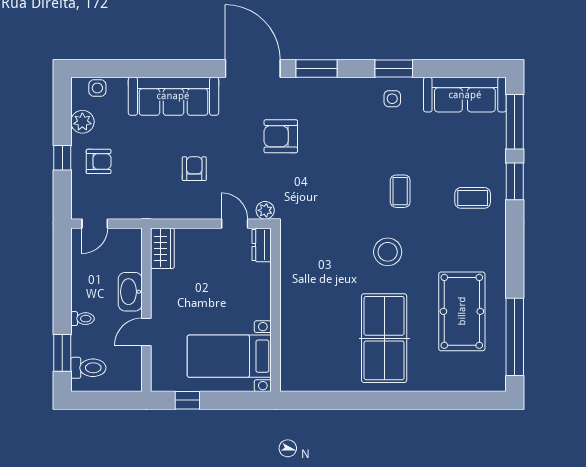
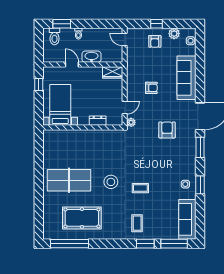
dresser: (262, 245) -> (98, 121), moved

